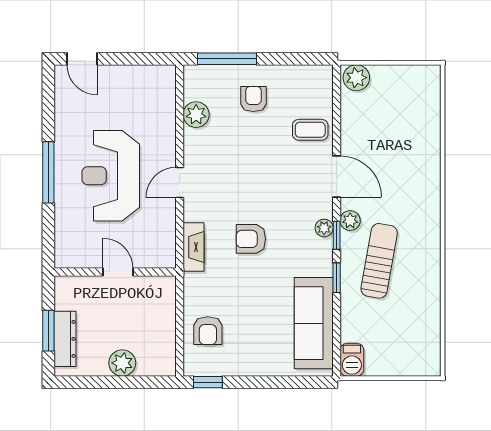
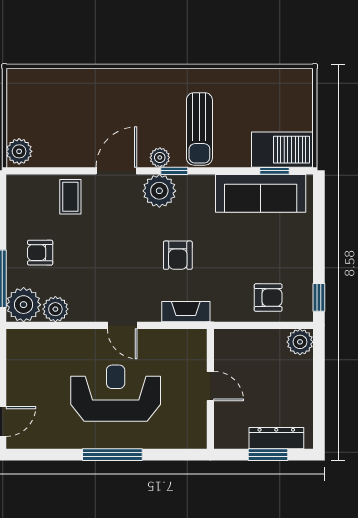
plant: (201, 82) -> (24, 305), added
reception desk: (111, 176) -> (116, 393), turned 180
plant: (324, 228) -> (159, 191), width x1.87, depth x1.87
sun lounger: (379, 261) -> (199, 129), turned -100
door: (118, 272) -> (210, 386), swing flipped
window: (337, 278) -> (274, 171), moved
barbecue: (352, 360) -> (282, 150), width x1.88, depth x1.53
plant: (122, 363) -> (300, 342), moved

